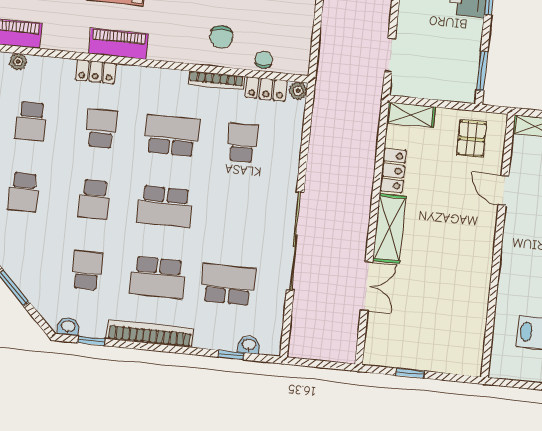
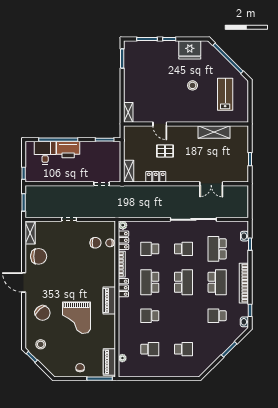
chair: (221, 37) -> (95, 243), moved
piano: (118, 44) -> (109, 300), moved
locker: (96, 72) -> (123, 288), moved
pallet: (472, 139) -> (165, 151), moved
door: (504, 190) -> (160, 124), hinge flipped
school desk: (94, 199) -> (183, 249), moved
shelving: (389, 229) -> (214, 132), moved
double door: (367, 286) -> (211, 184), swing flipped

